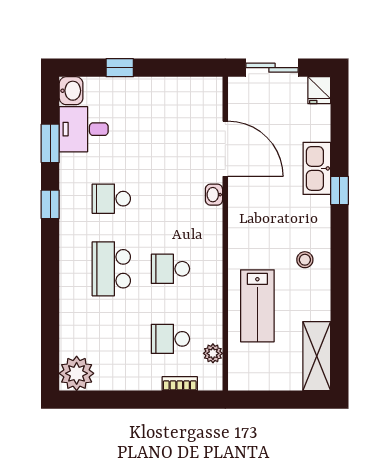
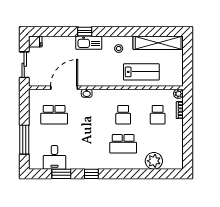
window: (120, 68) -> (24, 140), width x2.17
washbasin: (71, 91) -> (36, 164), removed
kitchen sink: (317, 168) -> (89, 43), moved
school desk: (111, 199) -> (54, 115), moved, width x1.85
plant: (213, 353) -> (178, 94), moved
shelving: (317, 356) -> (158, 43), width x1.47
plant: (77, 373) -> (154, 161), moved

